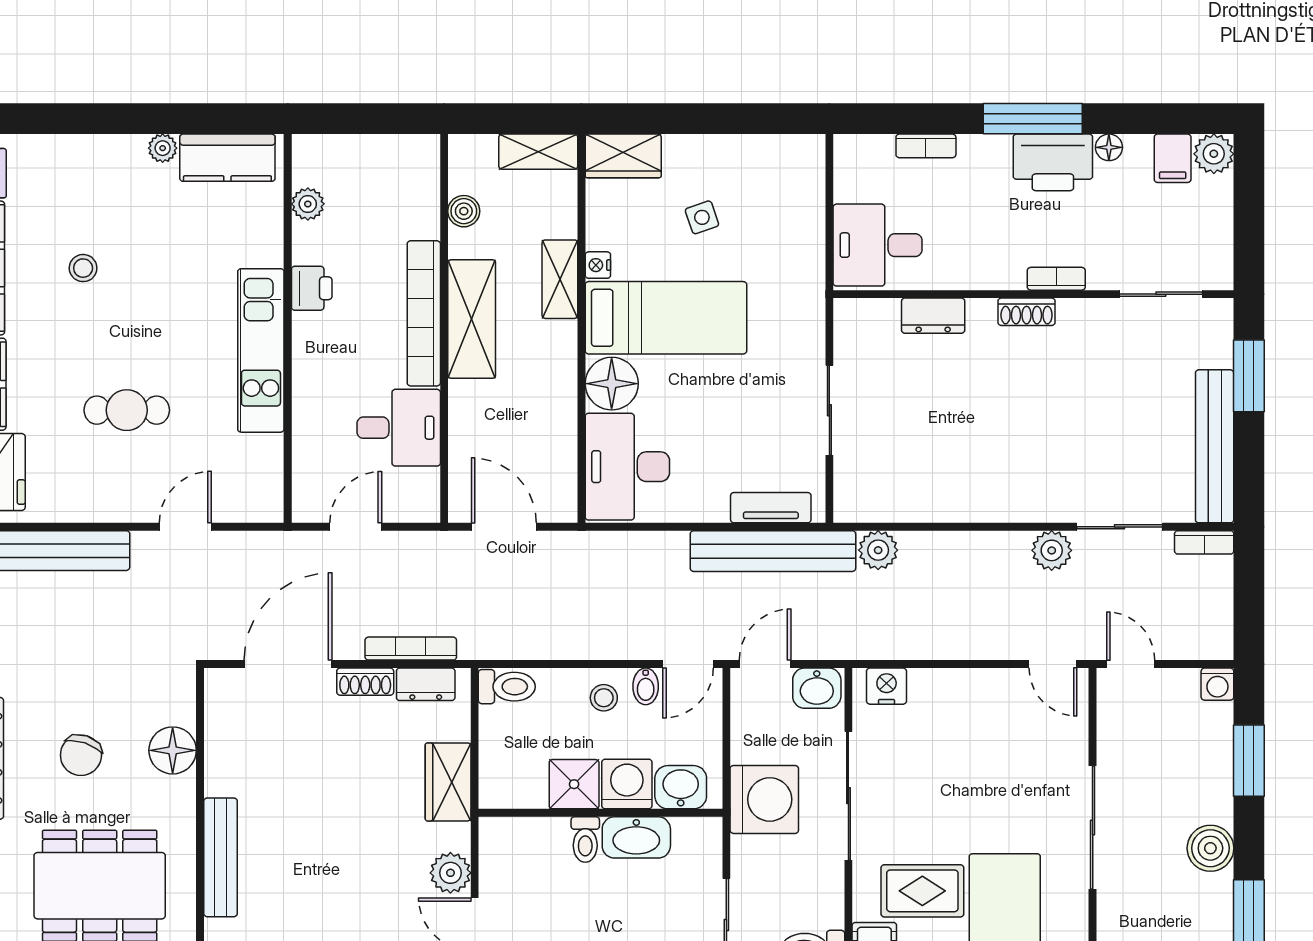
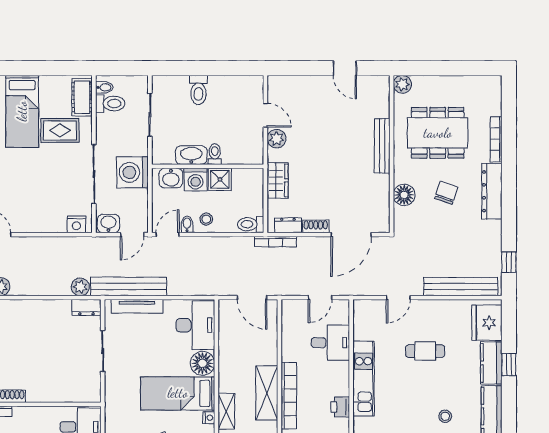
dresser: (933, 316) -> (86, 307), moved, turned 180
desk: (399, 428) -> (330, 343), moved, turned 180
tv unit: (771, 508) -> (137, 306), width x1.41
bookcase: (411, 649) -> (275, 242), moved

